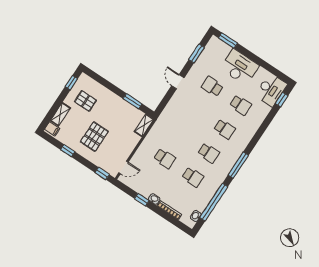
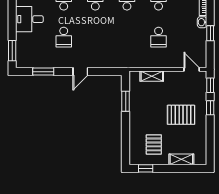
desk: (240, 67) -> (29, 19), width x0.73
shelving: (144, 125) -> (152, 76), moved
filing cabinet: (52, 129) -> (200, 158), removed
window: (68, 151) -> (210, 108), moved
school desk: (165, 158) -> (159, 37), turned 180

